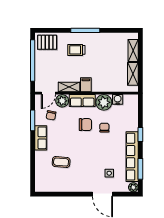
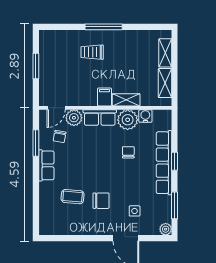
pallet: (47, 42) -> (55, 42), removed
window: (33, 61) -> (36, 66), width x0.47
shelving: (69, 87) -> (126, 100), moved
chair: (85, 125) -> (101, 201), moved
row of seats: (132, 157) -> (164, 163), moved

